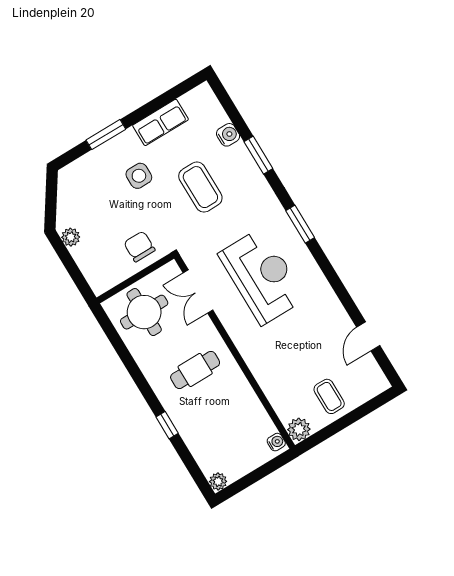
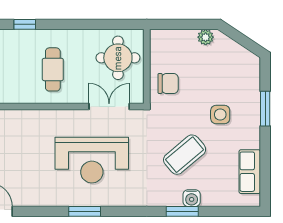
row of seats: (160, 122) -> (250, 172), moved
water cooler: (228, 135) -> (192, 198), moved
coffee table: (200, 187) -> (185, 155), turned -40
window: (300, 224) -> (85, 211), moved

